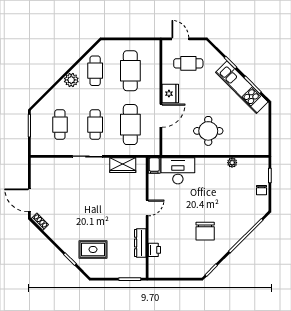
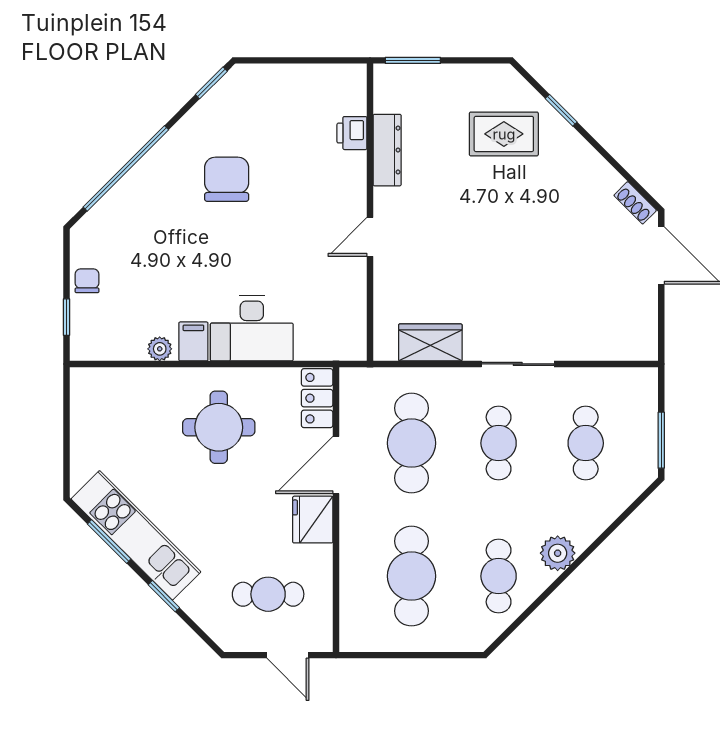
locker: (168, 143) -> (317, 398), added
filing cabinet: (154, 166) -> (193, 341), moved
desk: (178, 171) -> (252, 328), moved

